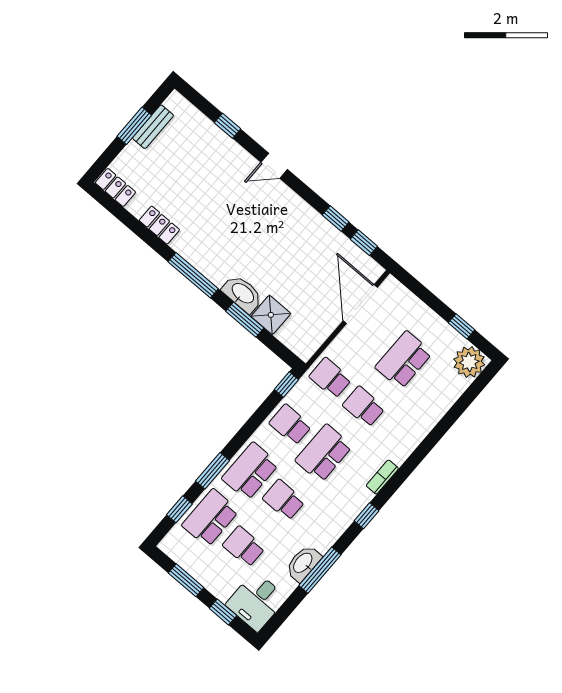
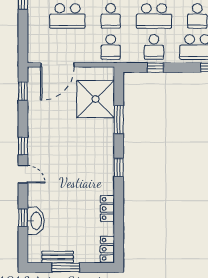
window: (336, 219) -> (23, 146), moved
window: (193, 275) -> (119, 167), width x0.46
washbasin: (242, 294) -> (36, 221), moved, turned 180
shower: (271, 315) -> (96, 99), width x1.86, depth x1.86
window: (286, 385) -> (155, 67), moved

